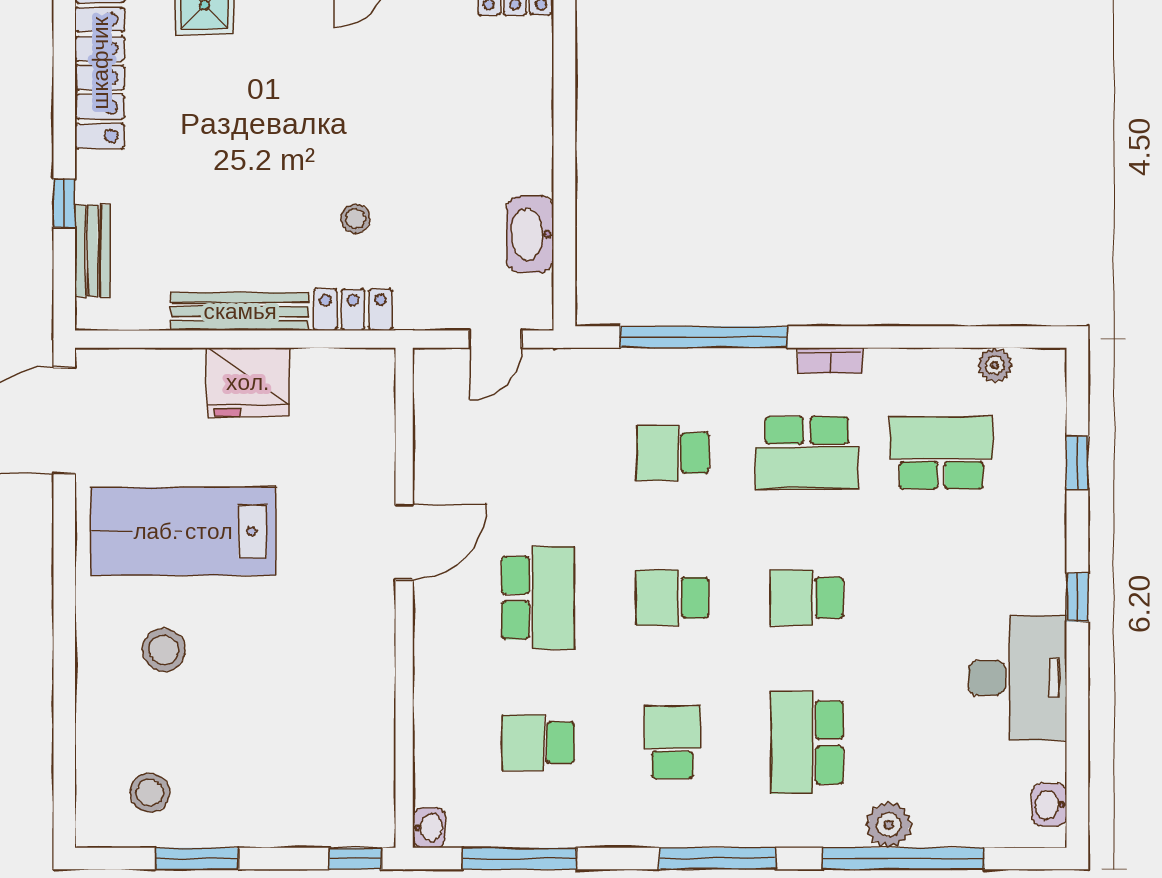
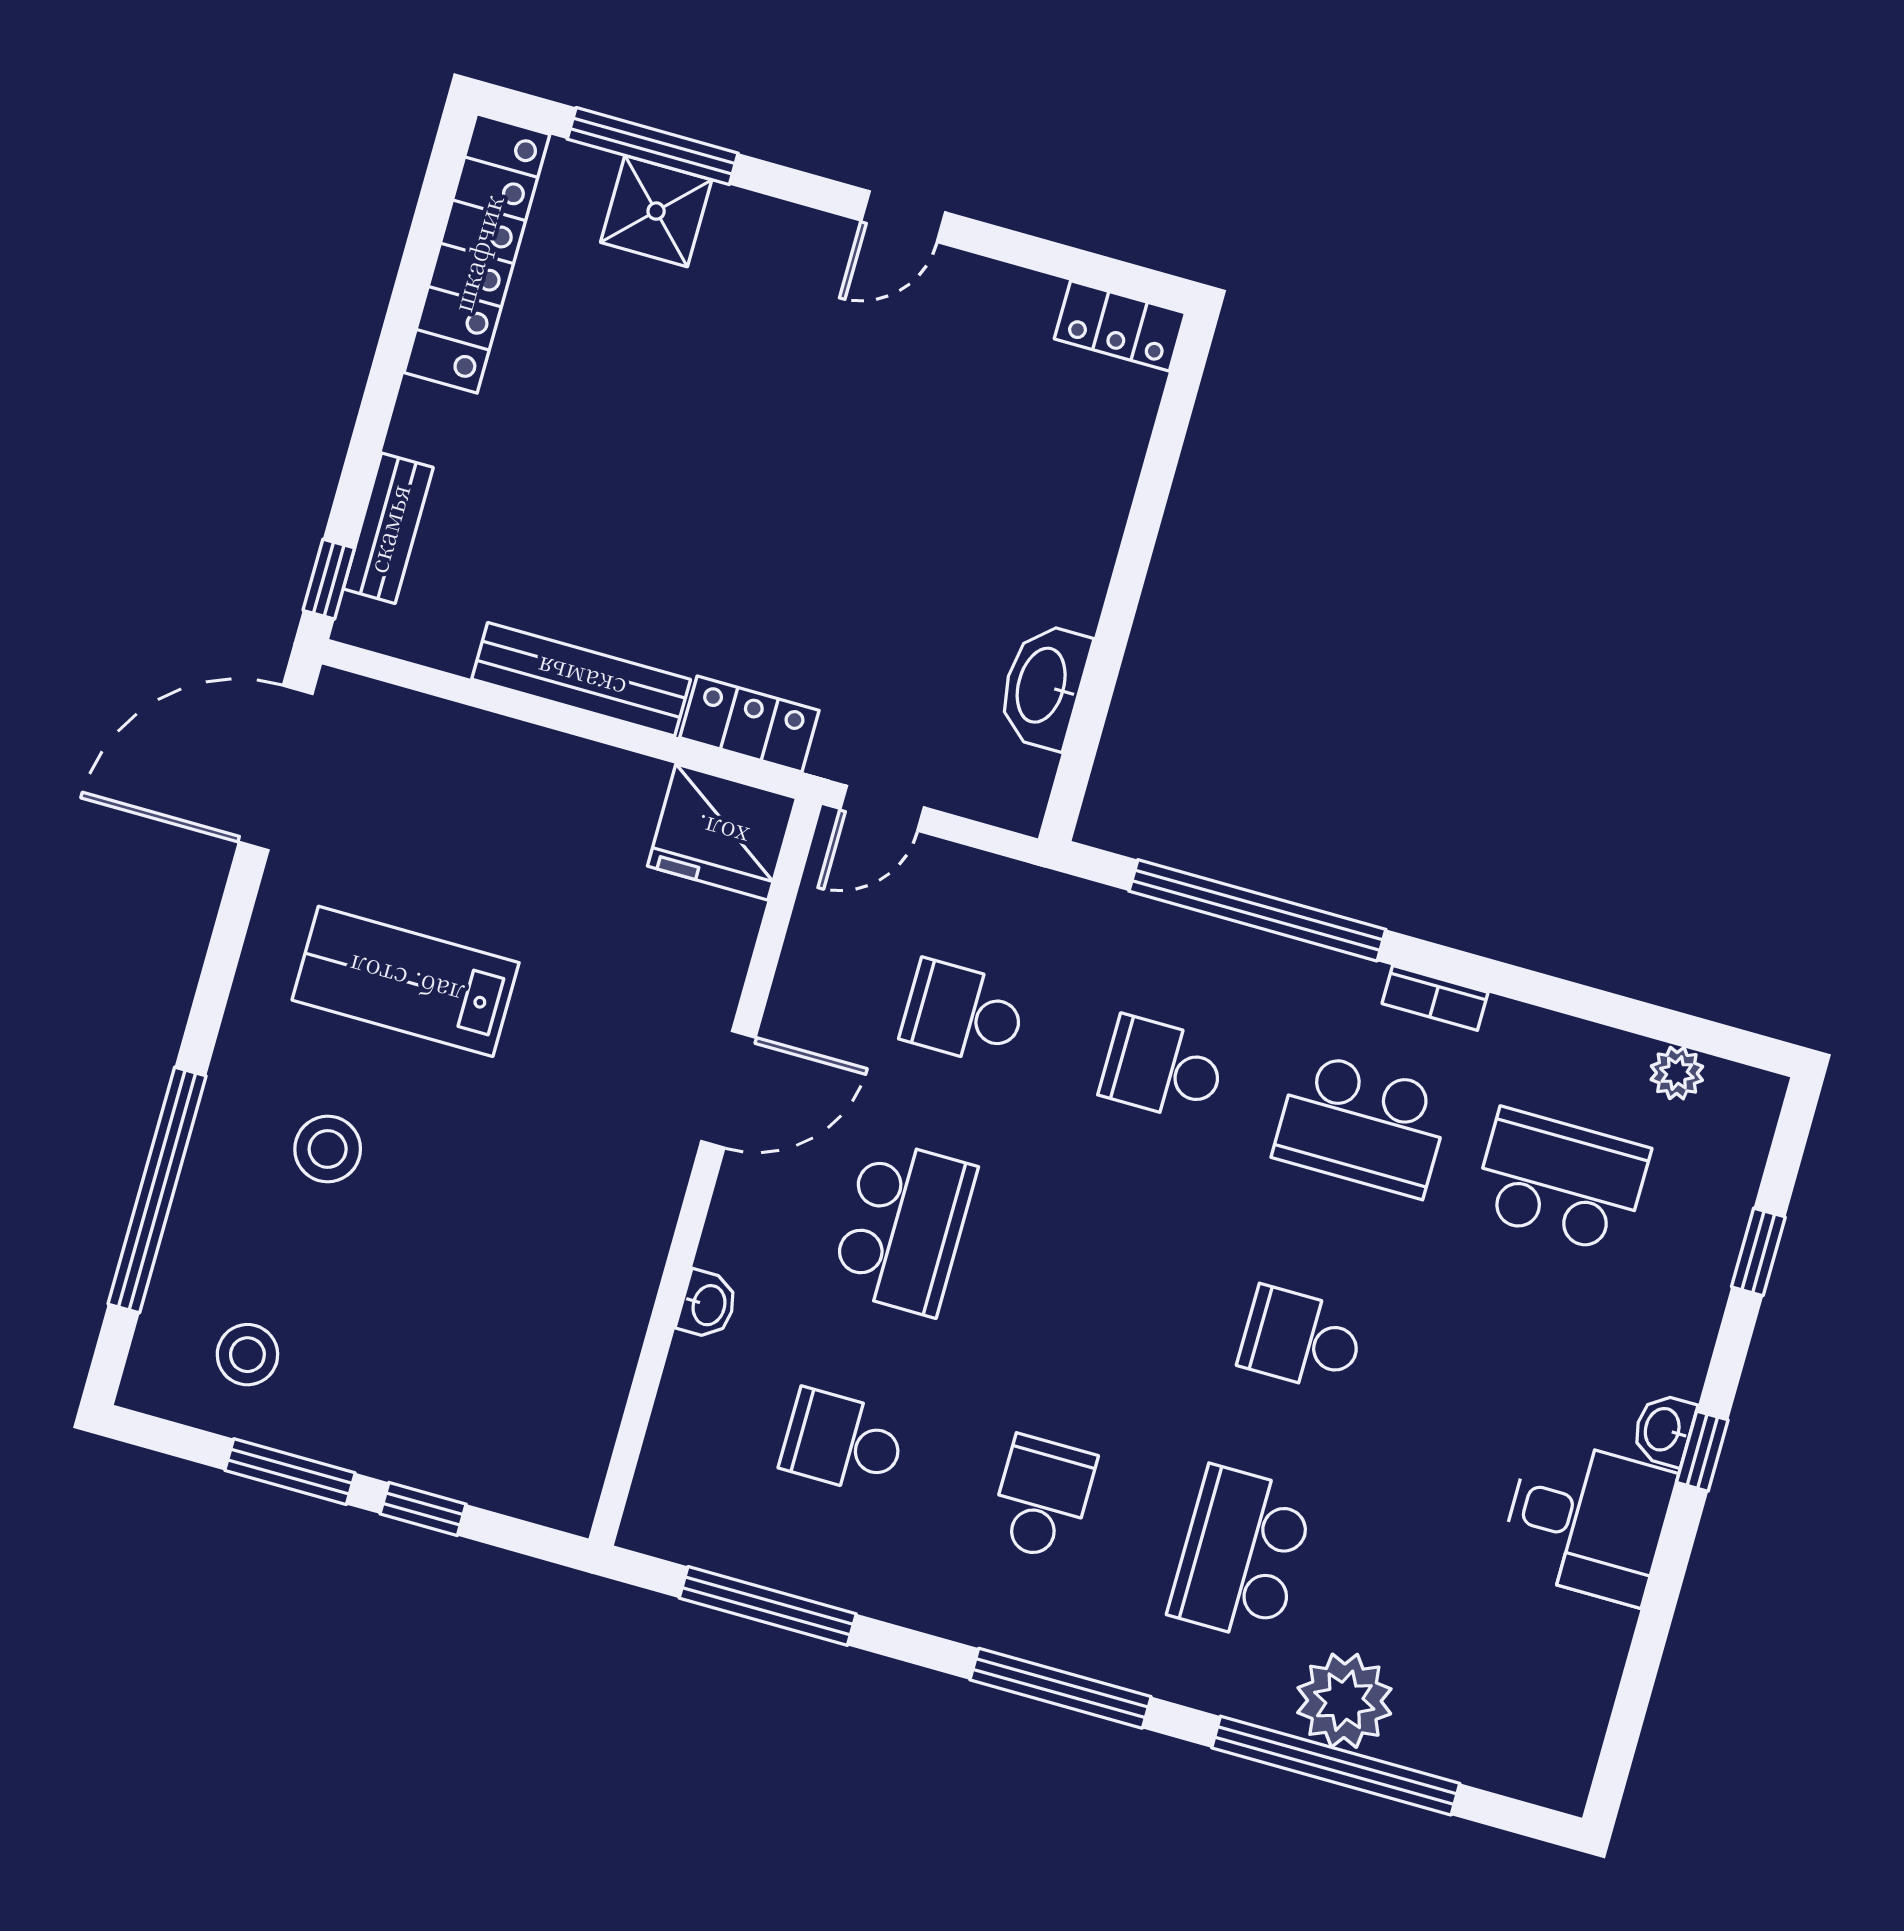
window: (64, 203) -> (329, 579), moved
stool: (356, 219) -> (791, 590), removed
door: (495, 339) -> (882, 808), moved
fridge: (248, 382) -> (722, 832), moved
lab bench: (183, 531) -> (406, 981), width x0.73, depth x0.72
school desk: (672, 598) -> (964, 1013), moved
desk: (1018, 678) -> (1587, 1521), width x0.73
window: (64, 706) -> (157, 1190), added
washbasin: (1049, 805) -> (1664, 1430), moved
plant: (889, 825) -> (1344, 1701), width x1.36, depth x1.36
washbasin: (429, 828) -> (708, 1305), moved
window: (355, 858) -> (423, 1509), moved

